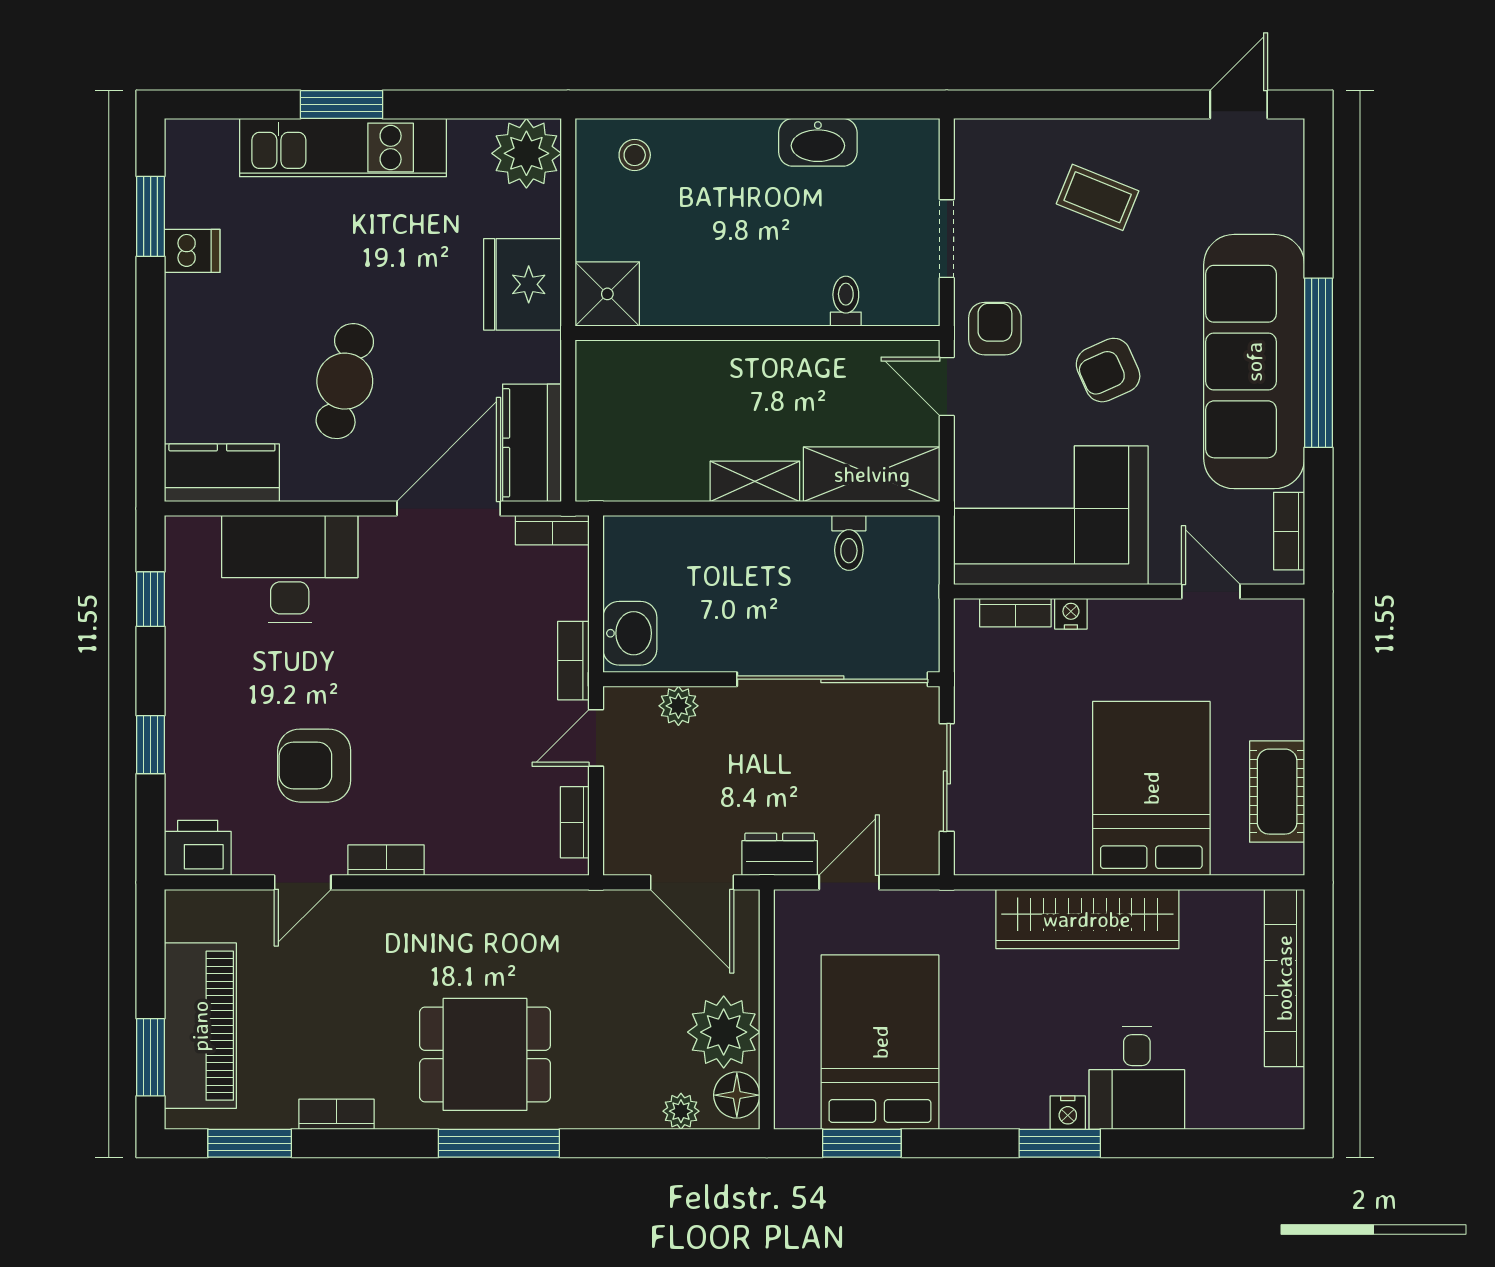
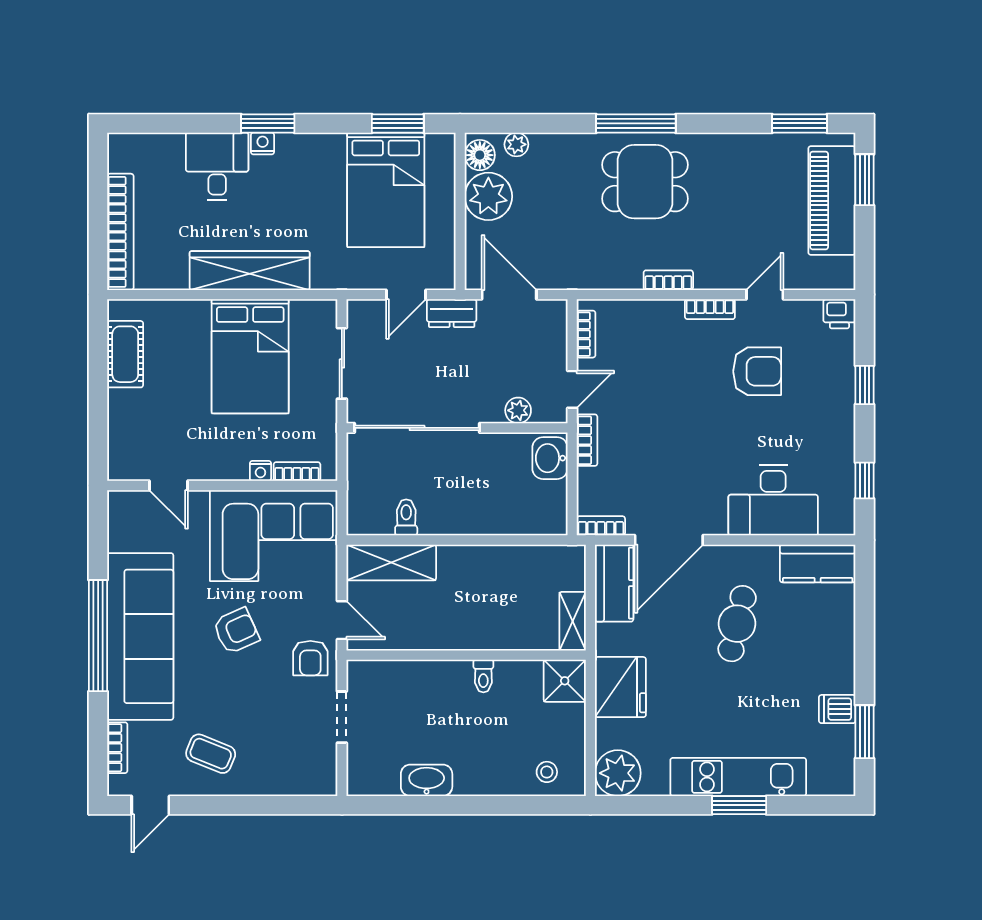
coffee table: (1098, 197) -> (211, 754), moved
toilet: (846, 301) -> (483, 676), moved
shelving: (755, 481) -> (573, 621), moved, turned 90
bookcase: (1289, 531) -> (117, 748), moved
bed: (1151, 788) -> (250, 356), moved
printer: (198, 848) -> (839, 314), width x0.73, depth x0.81
bookcase: (336, 1114) -> (668, 280), moved, turned 180

